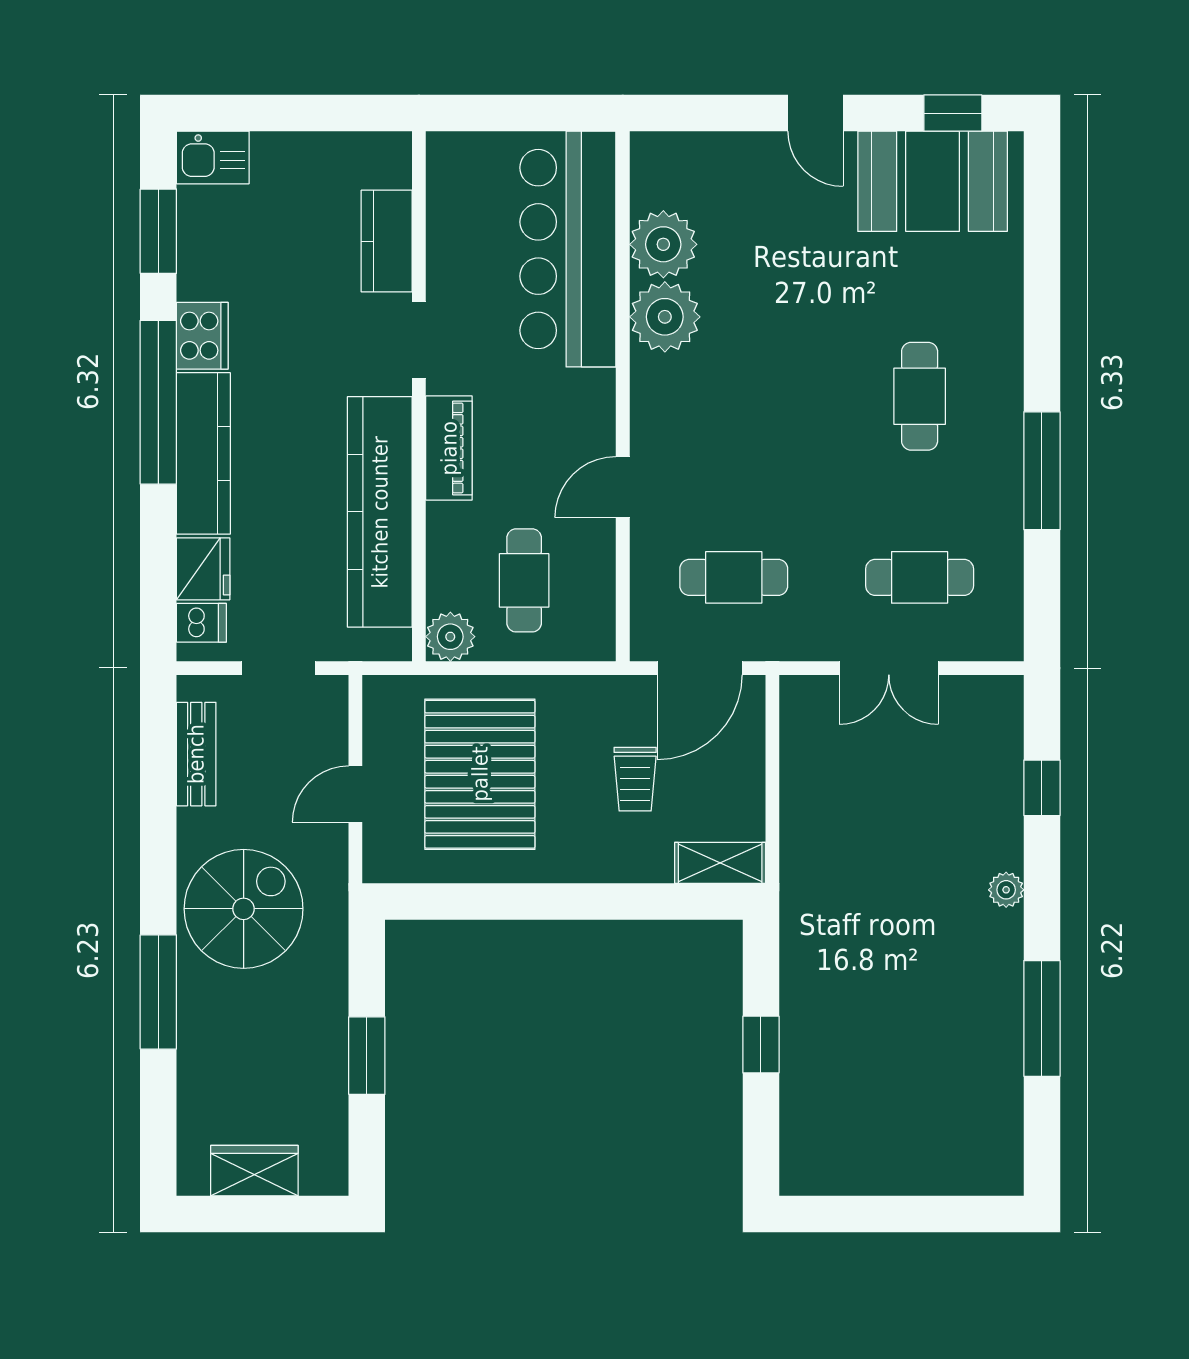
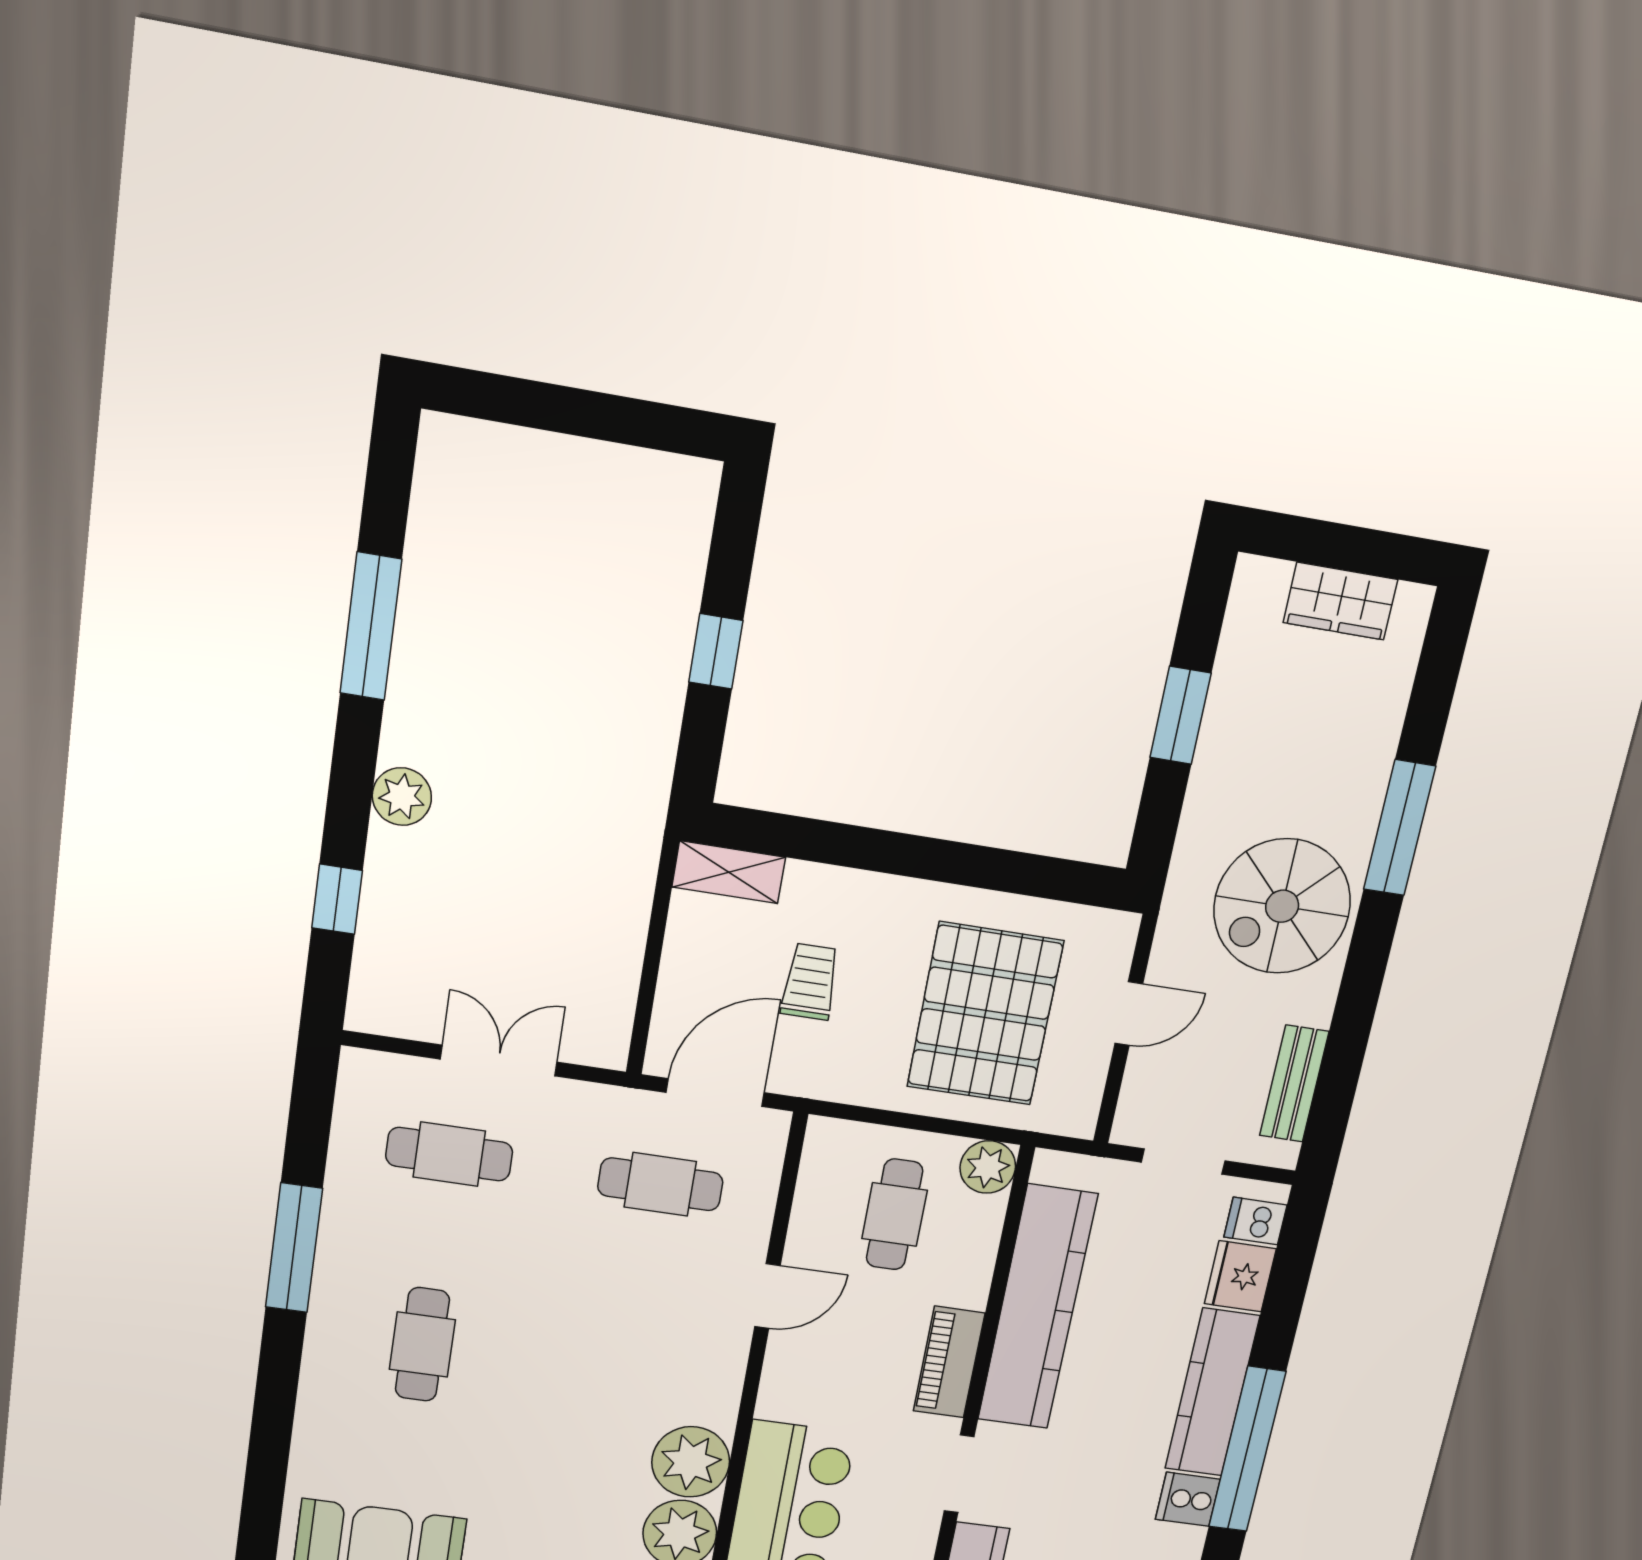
cooker: (202, 336) -> (1188, 1499), width x0.73
plant: (1006, 890) -> (402, 797), width x1.38, depth x1.38

